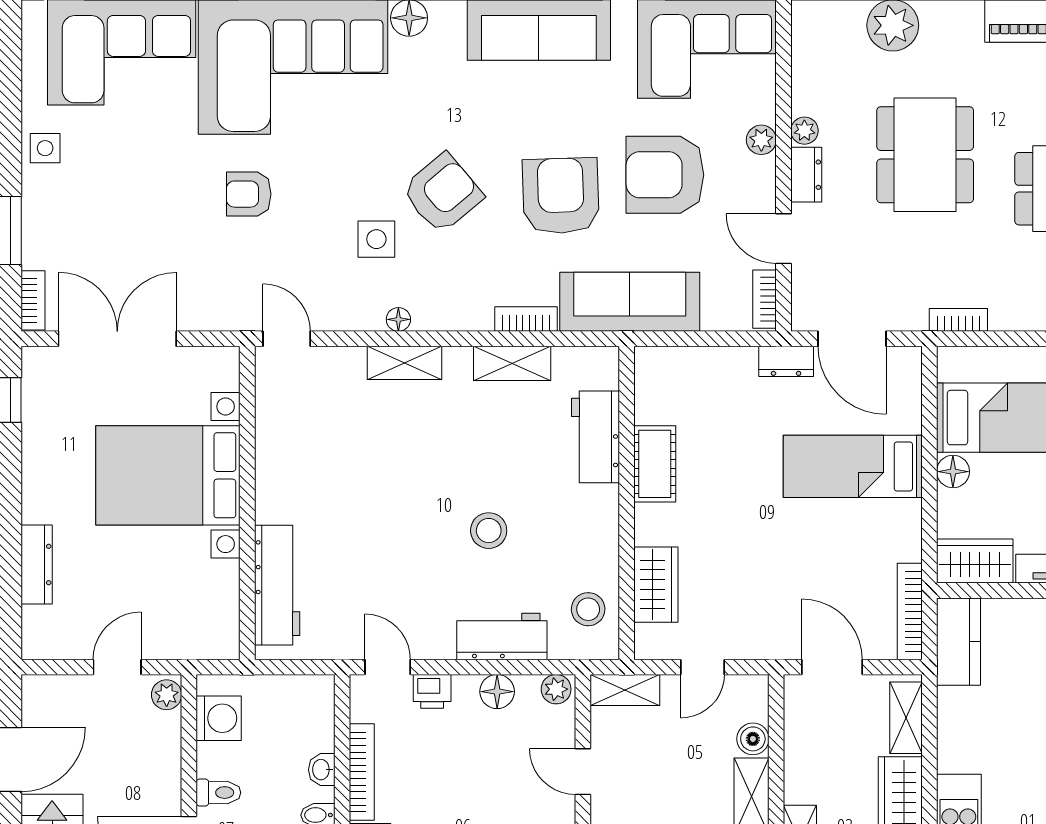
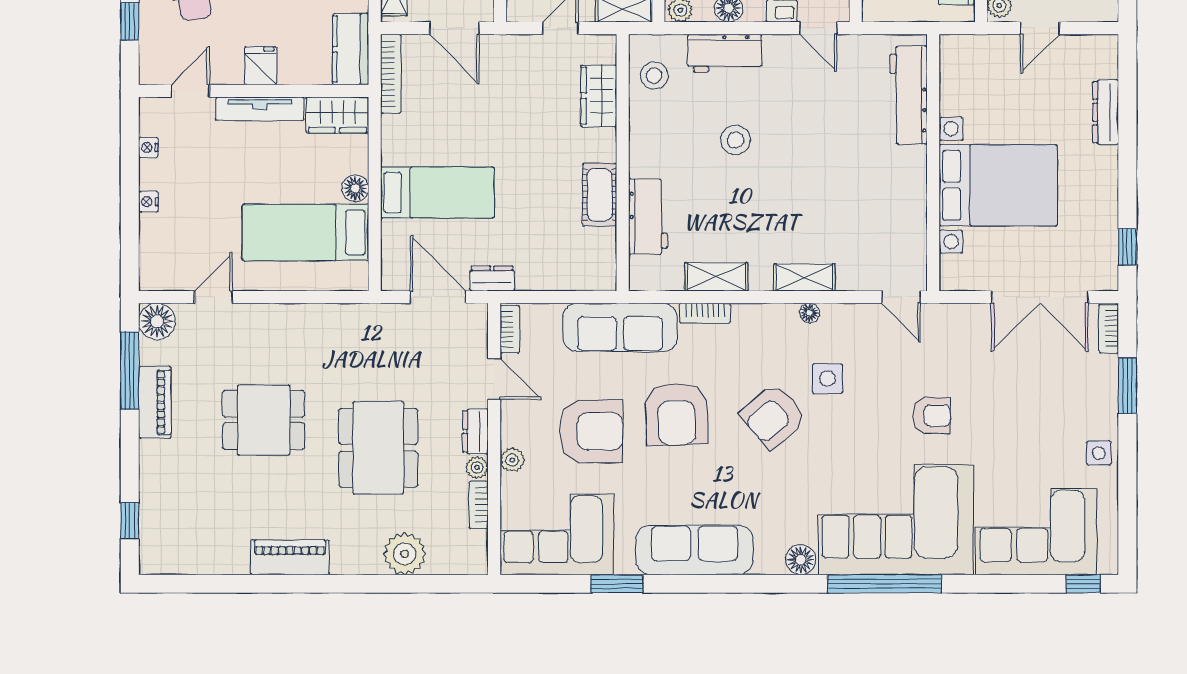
bookcase: (958, 320) -> (479, 505), moved, turned 90

